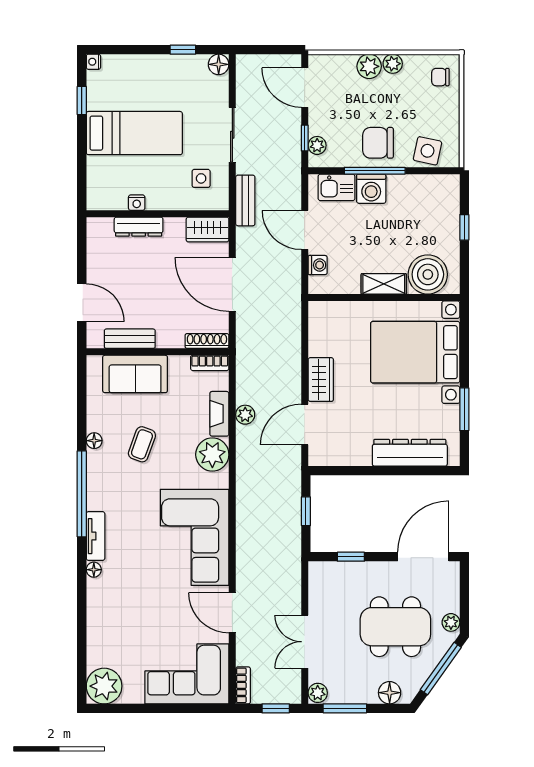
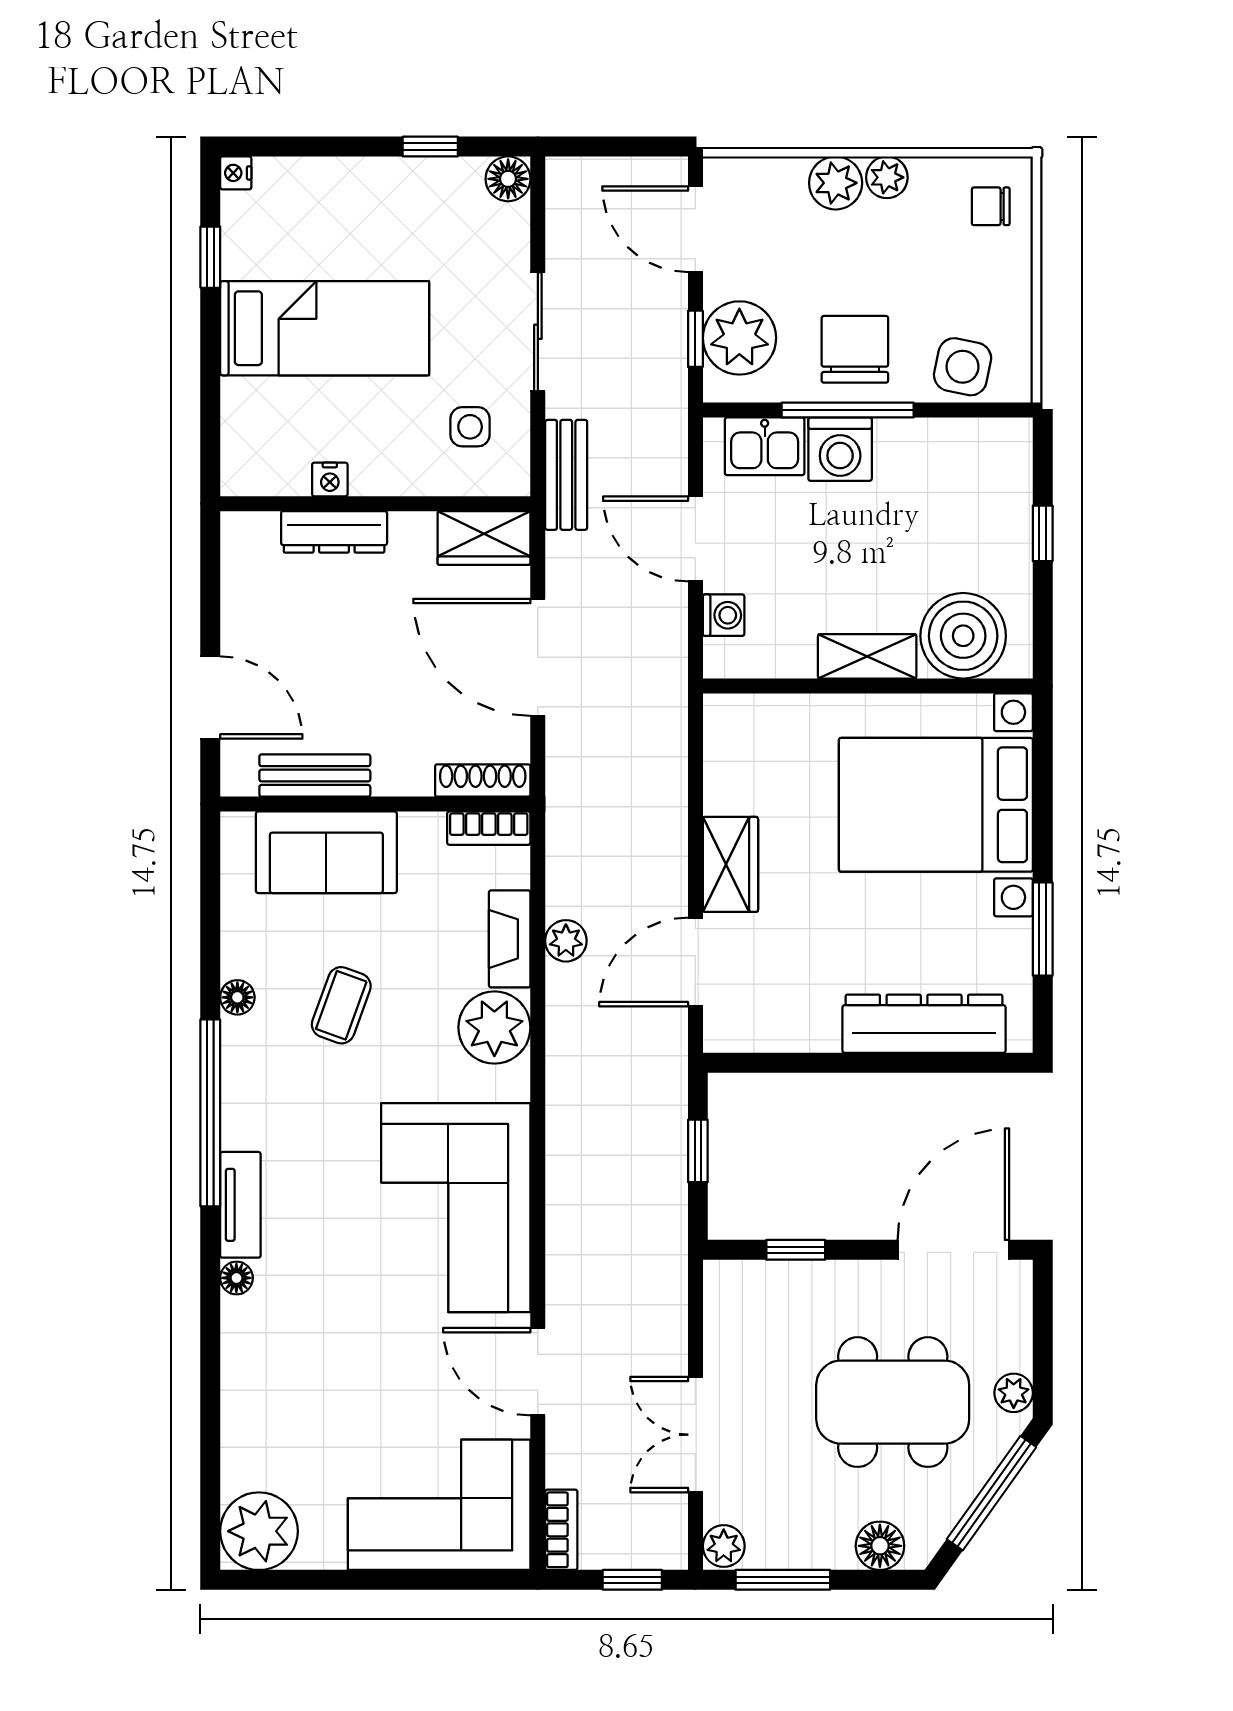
chair: (378, 143) -> (855, 349), turned 90
plant: (317, 145) -> (739, 338), width x1.87, depth x1.87

